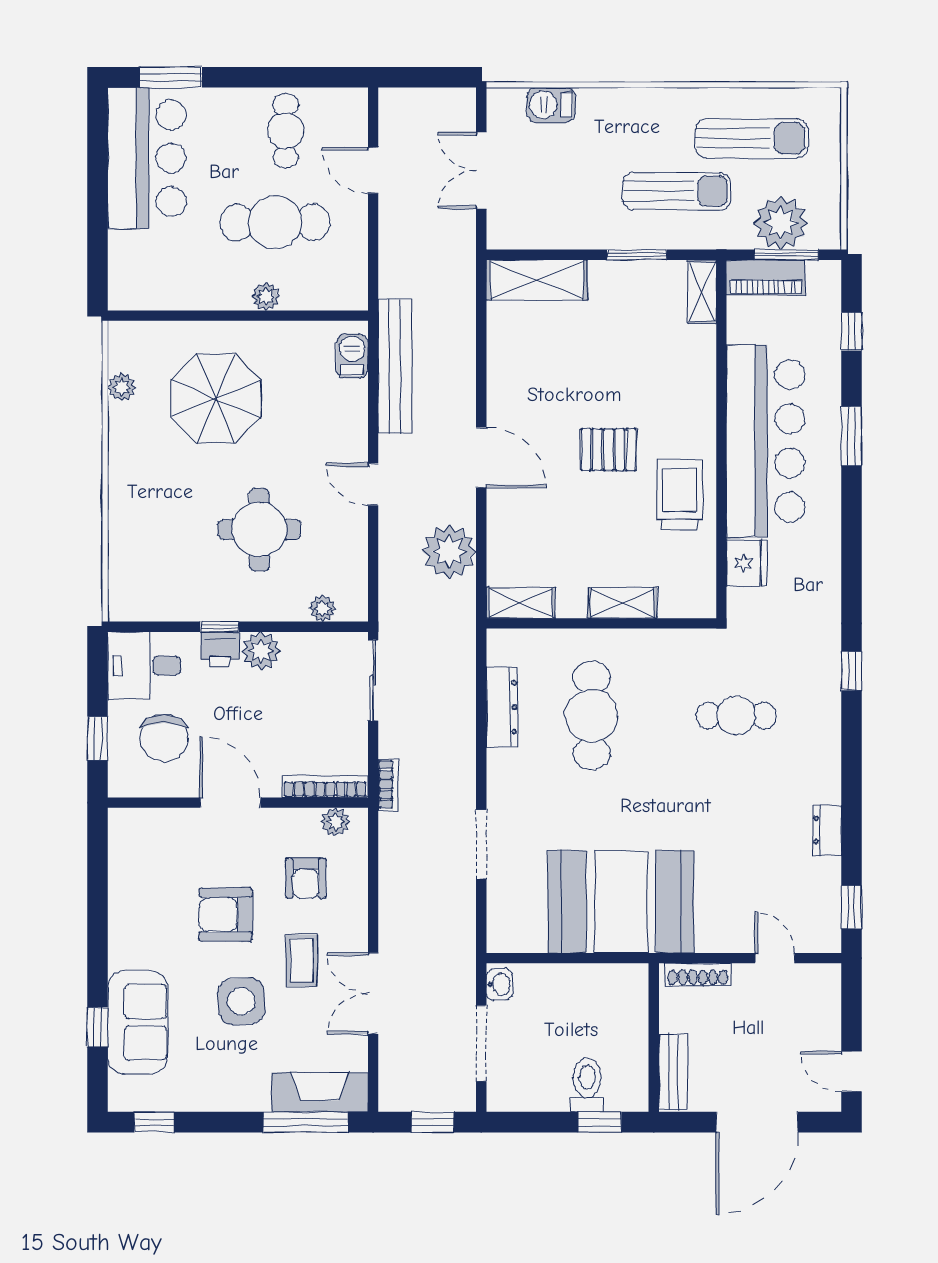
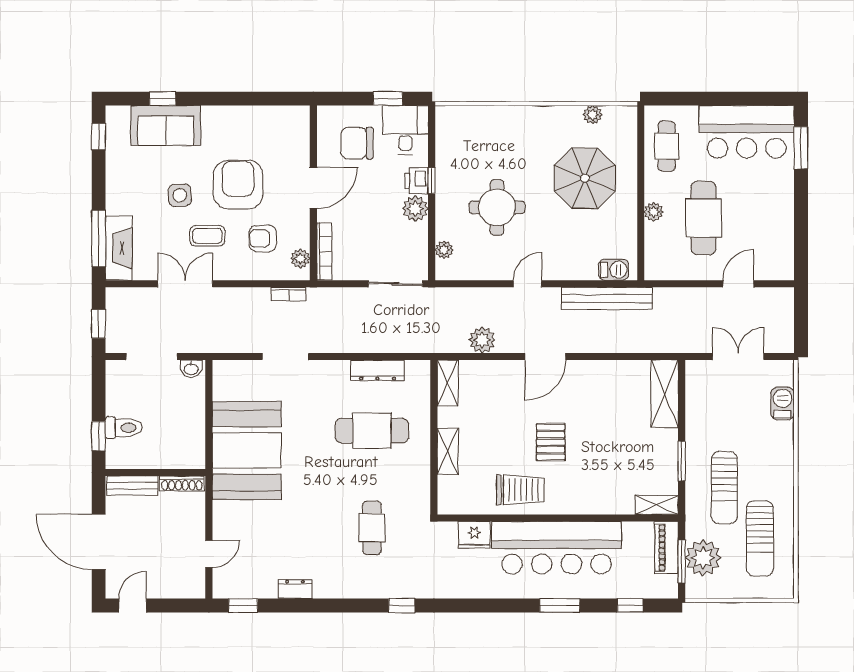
cafe table: (286, 131) -> (667, 146), moved, turned 90
plant: (449, 552) -> (482, 340), width x0.73, depth x0.73
window: (98, 738) -> (388, 99), moved
bookcase: (388, 784) -> (289, 294), moved
armchair: (226, 915) -> (238, 185), width x1.36, depth x1.36
shoe rack: (698, 974) -> (182, 483), moved, turned -90
side table: (241, 1001) -> (180, 195), width x0.73, depth x0.73

